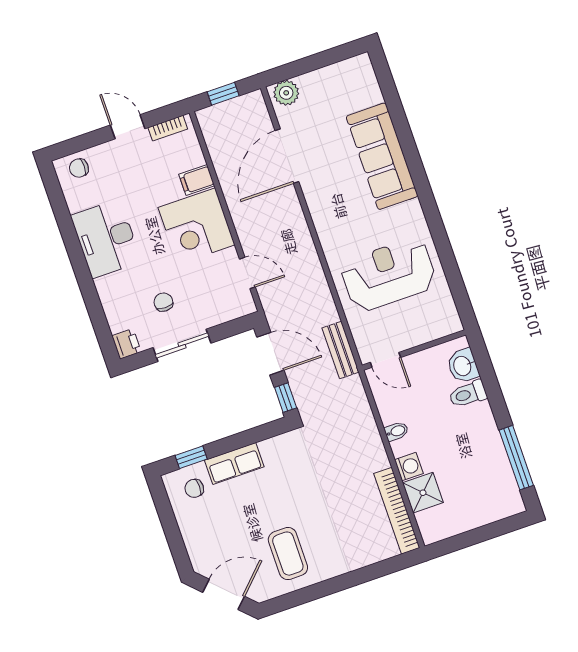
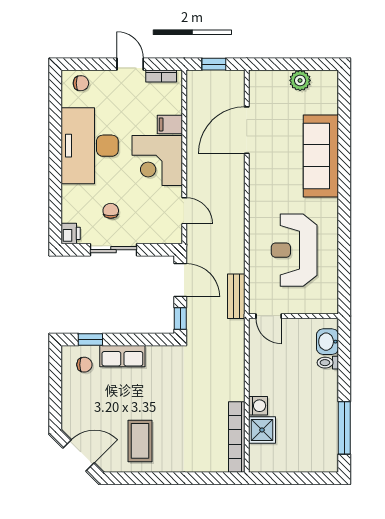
plant: (286, 93) -> (300, 80), moved
chair: (79, 168) -> (81, 83), turned 180
desk: (106, 239) -> (90, 146), width x1.36, depth x1.30
reception desk: (389, 275) -> (294, 250), turned -90
toilet: (468, 394) -> (328, 363), width x0.73, depth x0.72
bidet: (396, 431) -> (258, 375), removed
chair: (194, 488) -> (84, 365), turned 180

